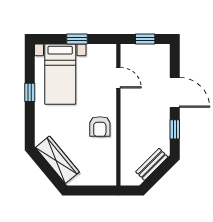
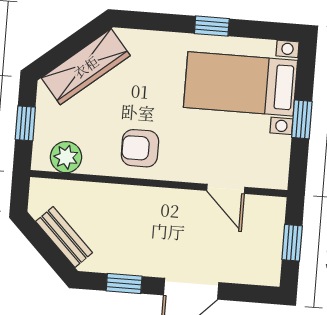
door: (118, 78) -> (226, 189), hinge flipped
plant: (108, 167) -> (66, 157), added
window: (91, 190) -> (25, 123), added

